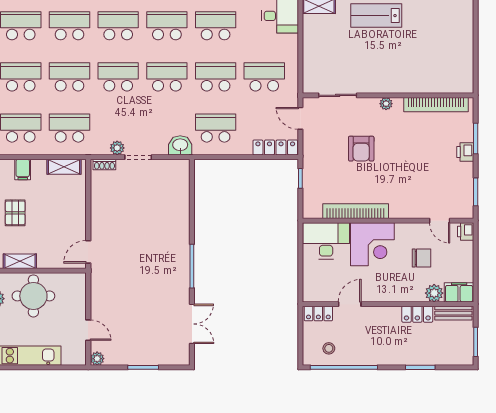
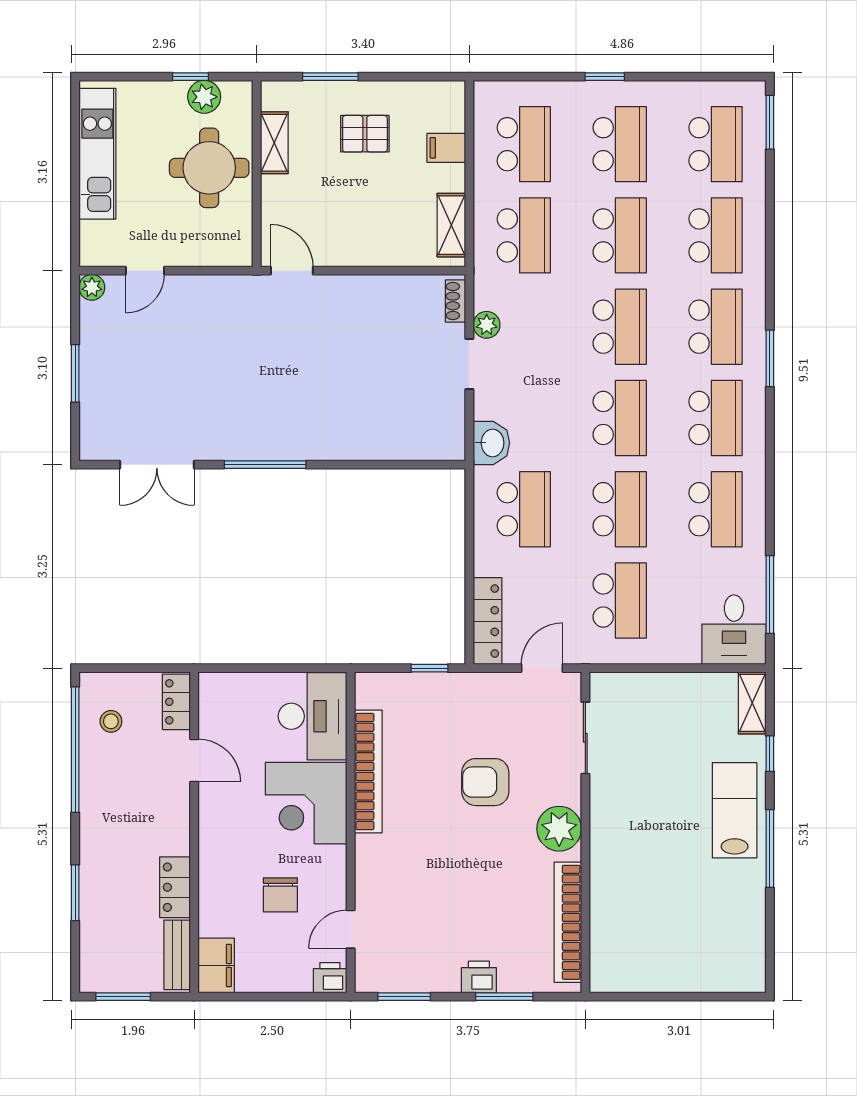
plant: (386, 104) -> (559, 829), width x1.87, depth x1.87
plant: (434, 293) -> (215, 919), removed

